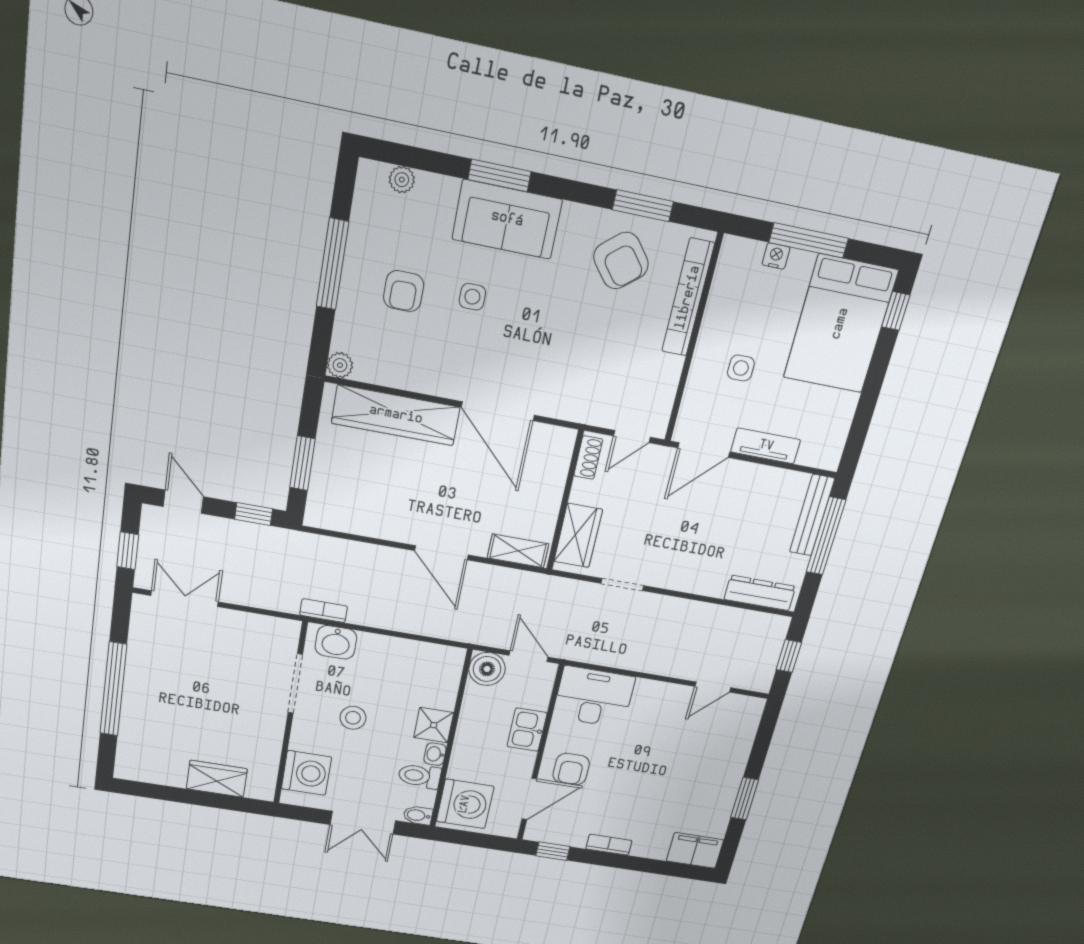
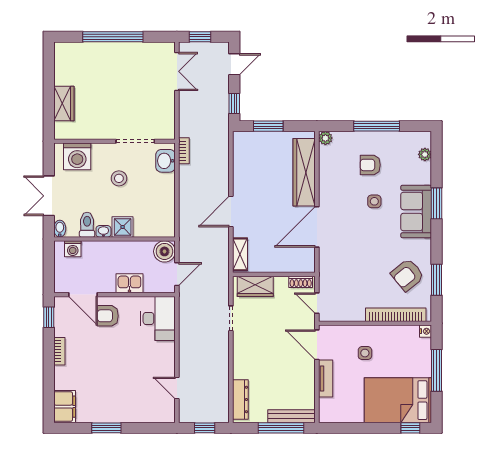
nightstand: (776, 256) -> (426, 331), moved
washing machine: (465, 804) -> (73, 249), width x0.53, depth x0.53

